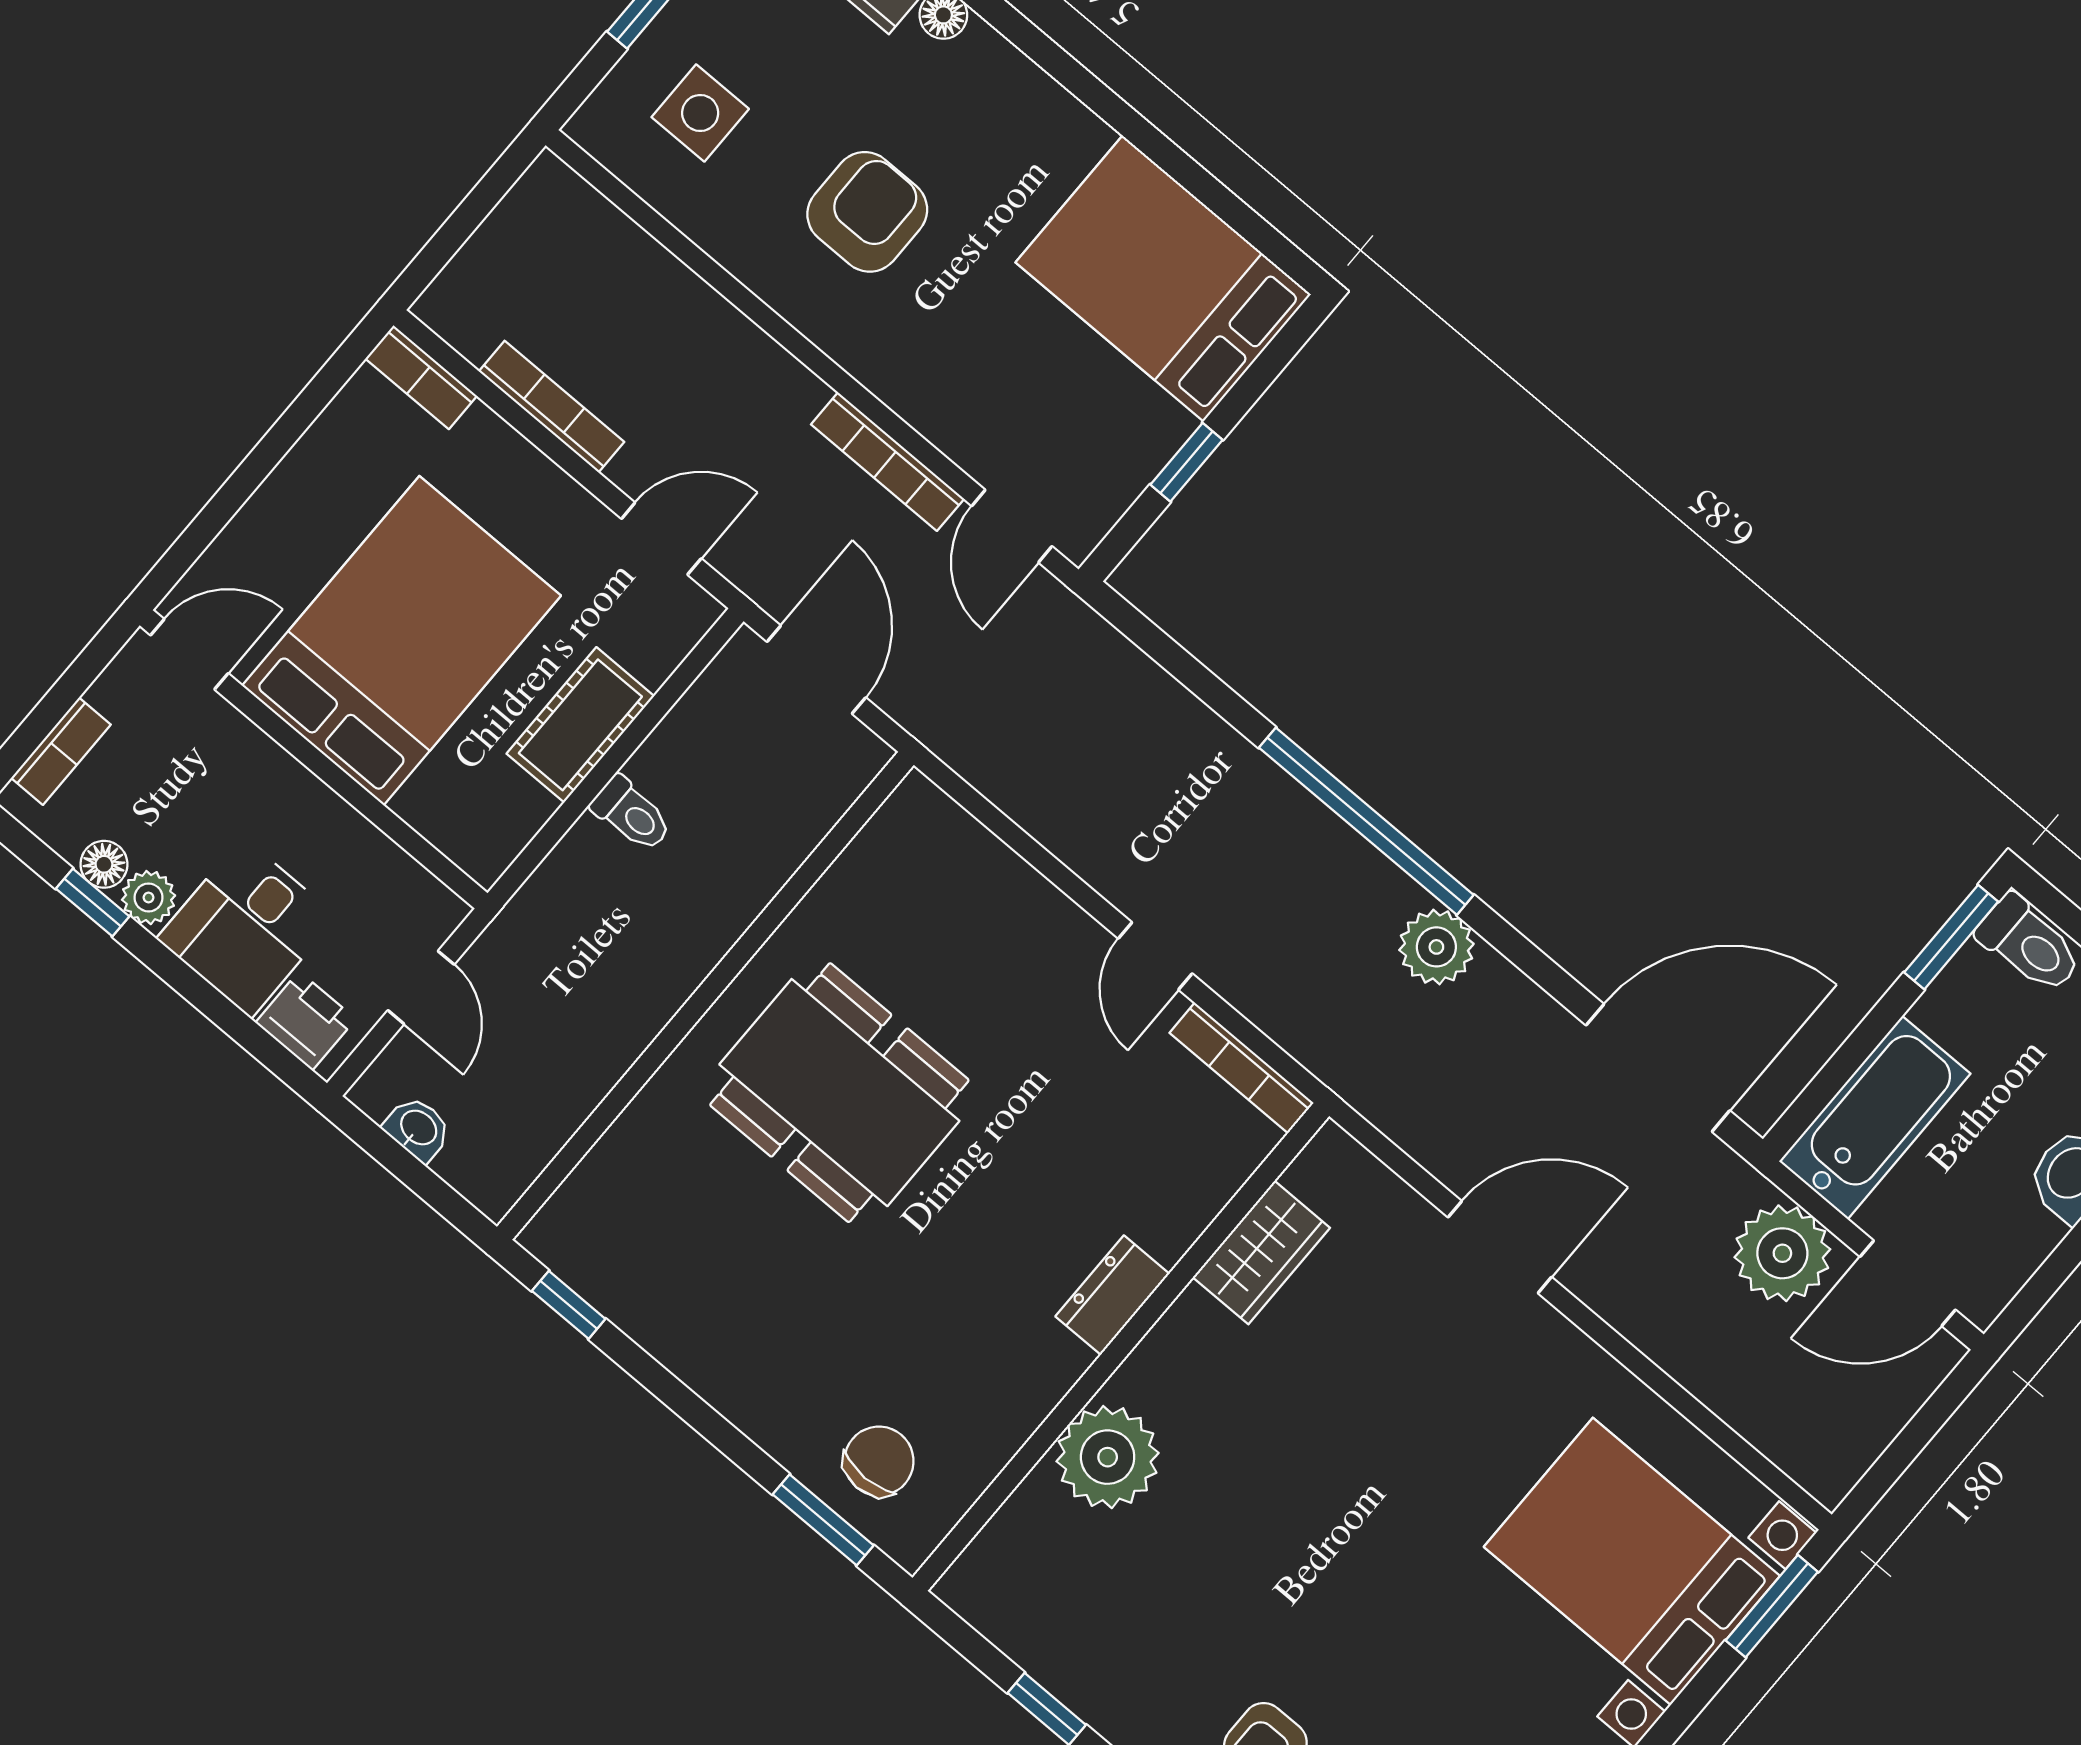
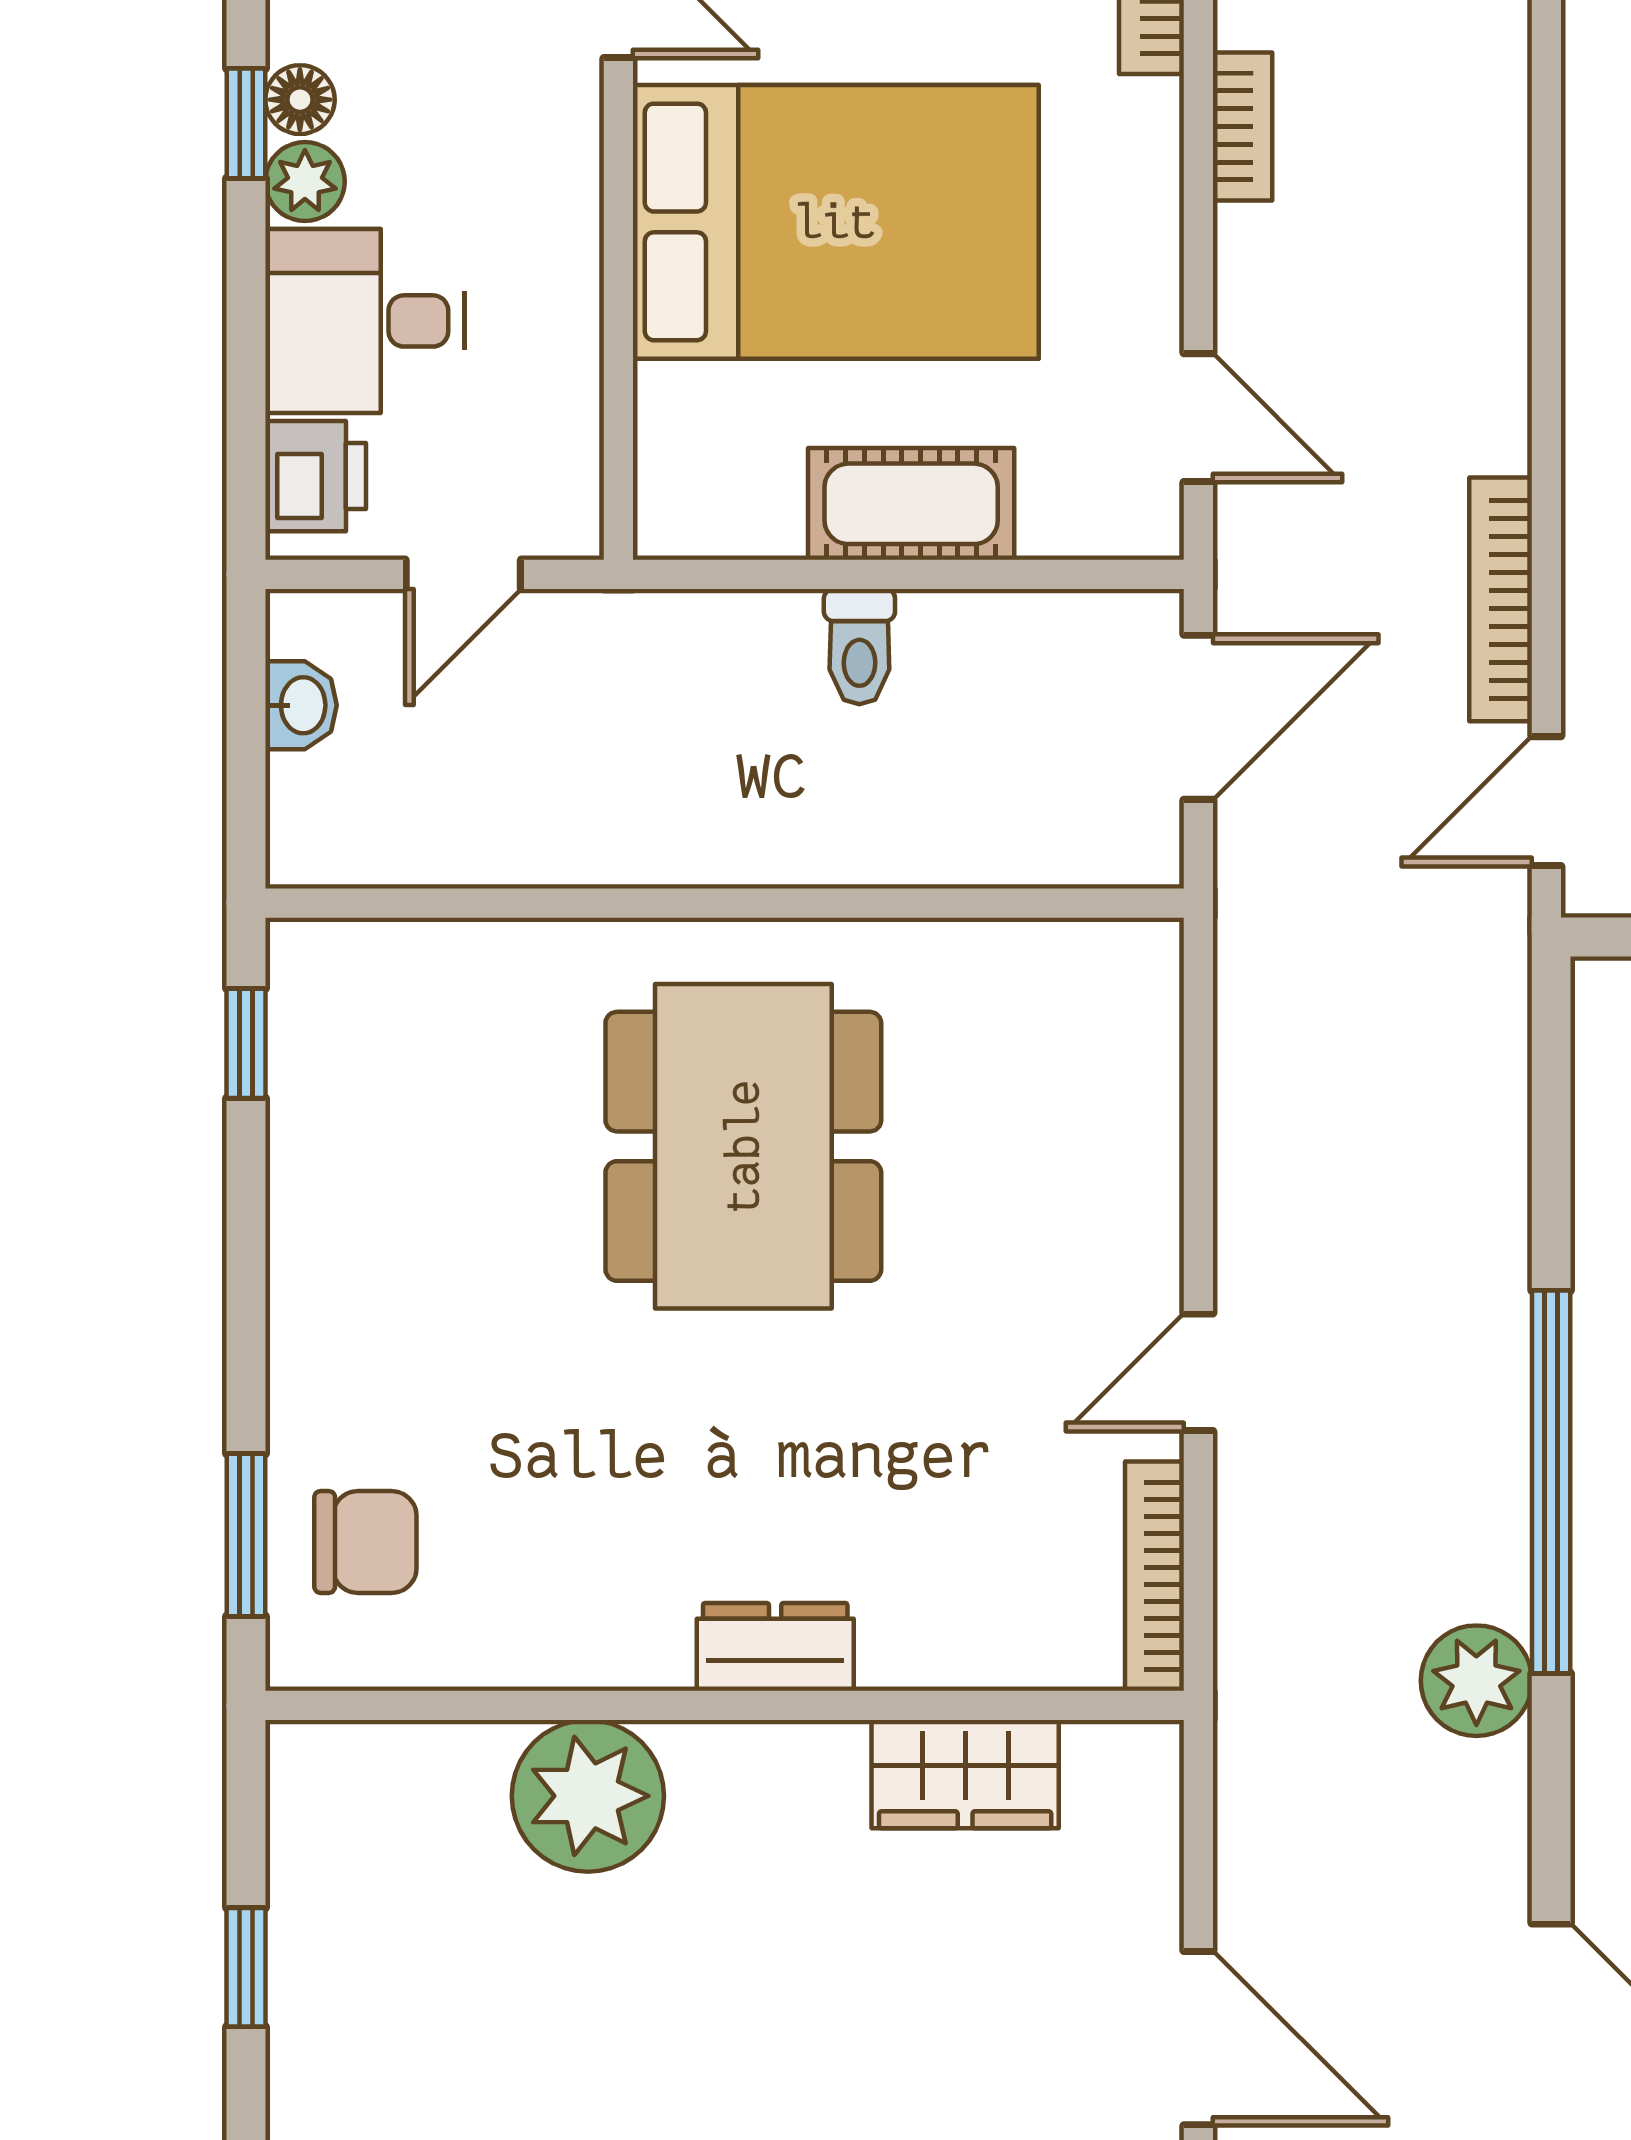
bookcase: (552, 407) -> (1242, 126), width x0.64

